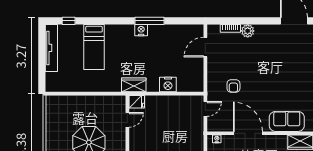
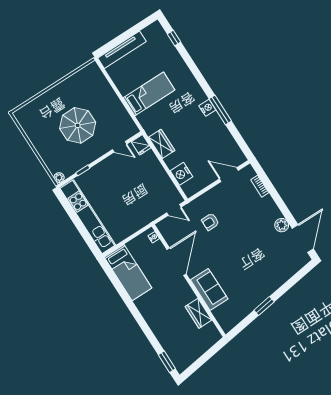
plant: (248, 31) -> (282, 225), moved
bed: (94, 47) -> (149, 94), moved, turned 180
tv unit: (51, 48) -> (122, 50), moved
nightstand: (168, 84) -> (181, 174), moved
wardrobe: (134, 85) -> (162, 144), moved

